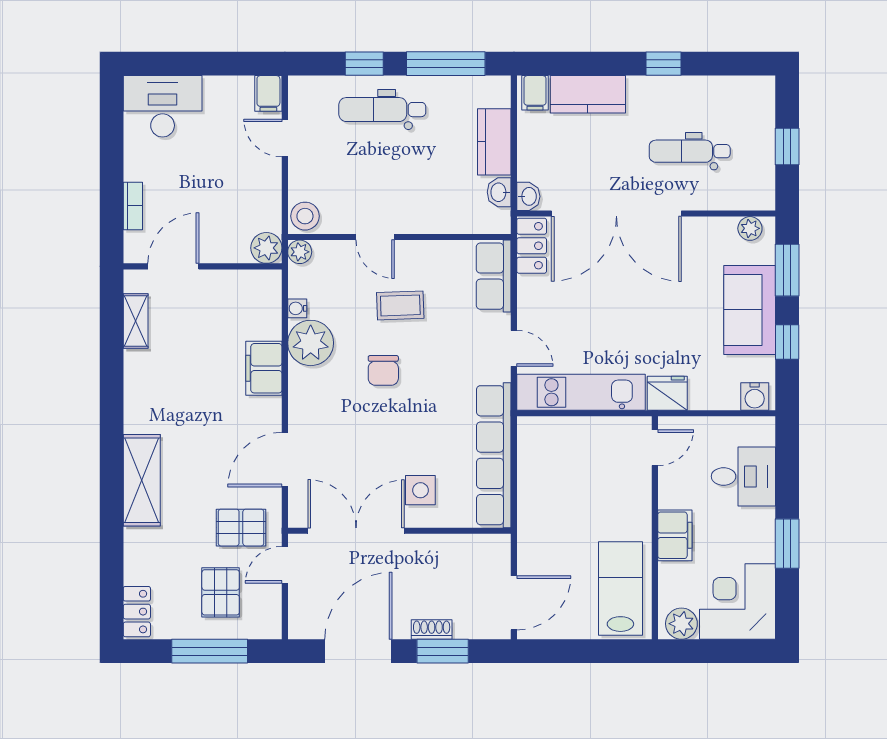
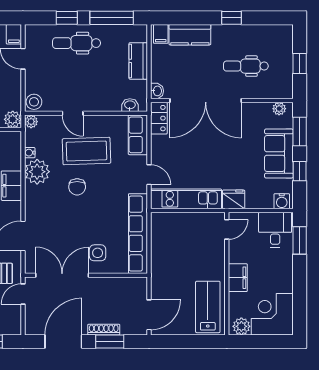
washbasin: (499, 192) -> (130, 105), moved, turned 90
coffee table: (400, 305) -> (86, 151), width x1.86, depth x1.72
desk: (743, 476) -> (275, 230), moved, turned -90
window: (787, 544) -> (300, 240), moved
shoe rack: (432, 630) -> (104, 330), width x1.43

